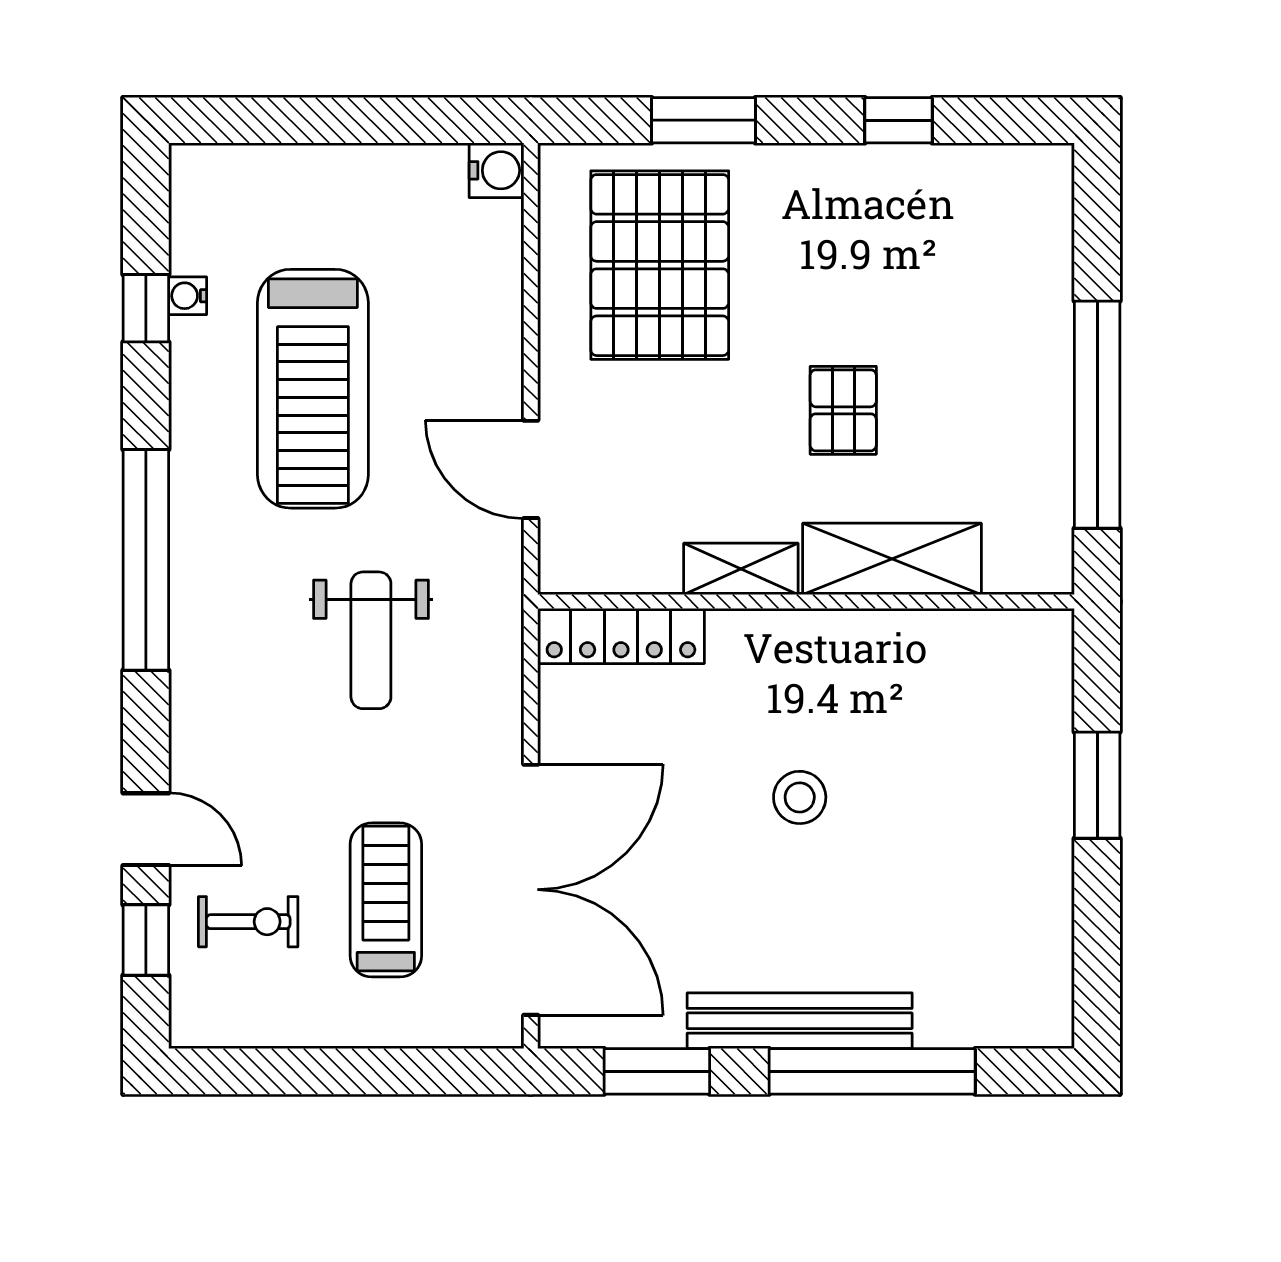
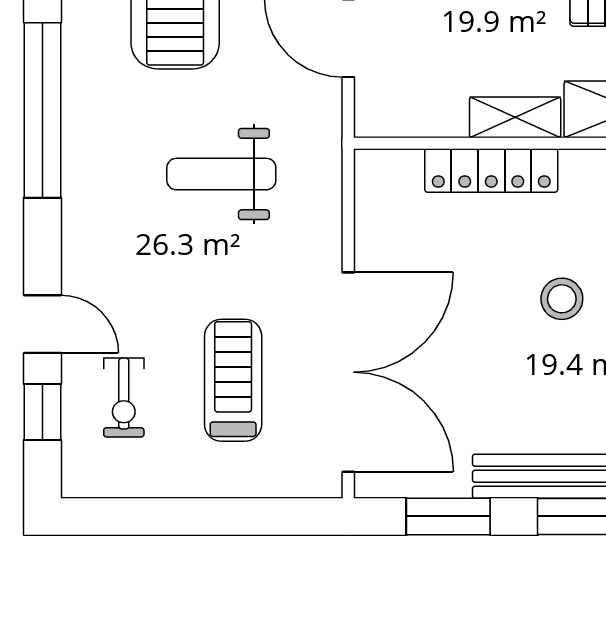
locker: (621, 636) -> (491, 171), moved
weight bench: (371, 640) -> (221, 174), turned 90
exercise bike: (248, 922) -> (124, 398), turned 90

